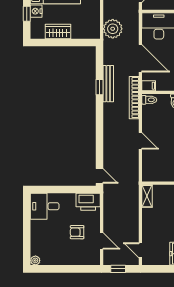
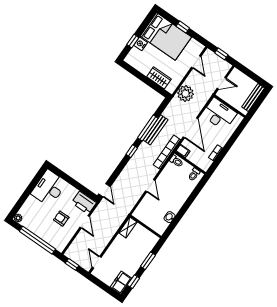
wardrobe: (58, 32) -> (159, 78), moved
window: (99, 87) -> (148, 128), width x2.17
window: (99, 120) -> (132, 151), added
desk: (45, 206) -> (49, 188), width x1.37
door: (102, 241) -> (85, 222), moved
window: (69, 269) -> (37, 240), added

